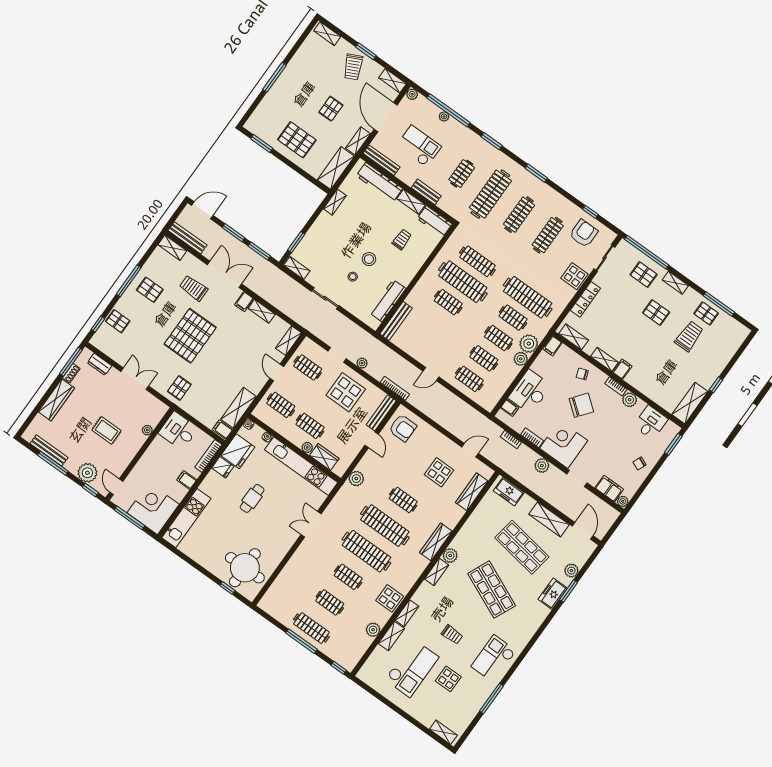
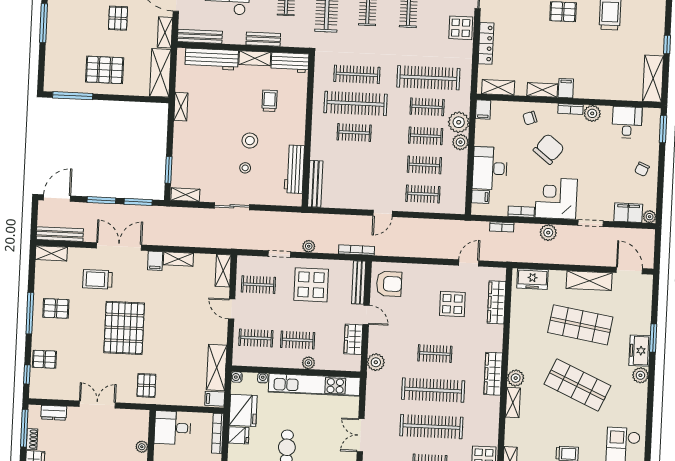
window: (262, 144) -> (73, 96), width x1.44
wardrobe: (324, 457) -> (353, 339), moved, turned -90
plant: (571, 571) -> (640, 375), moved

